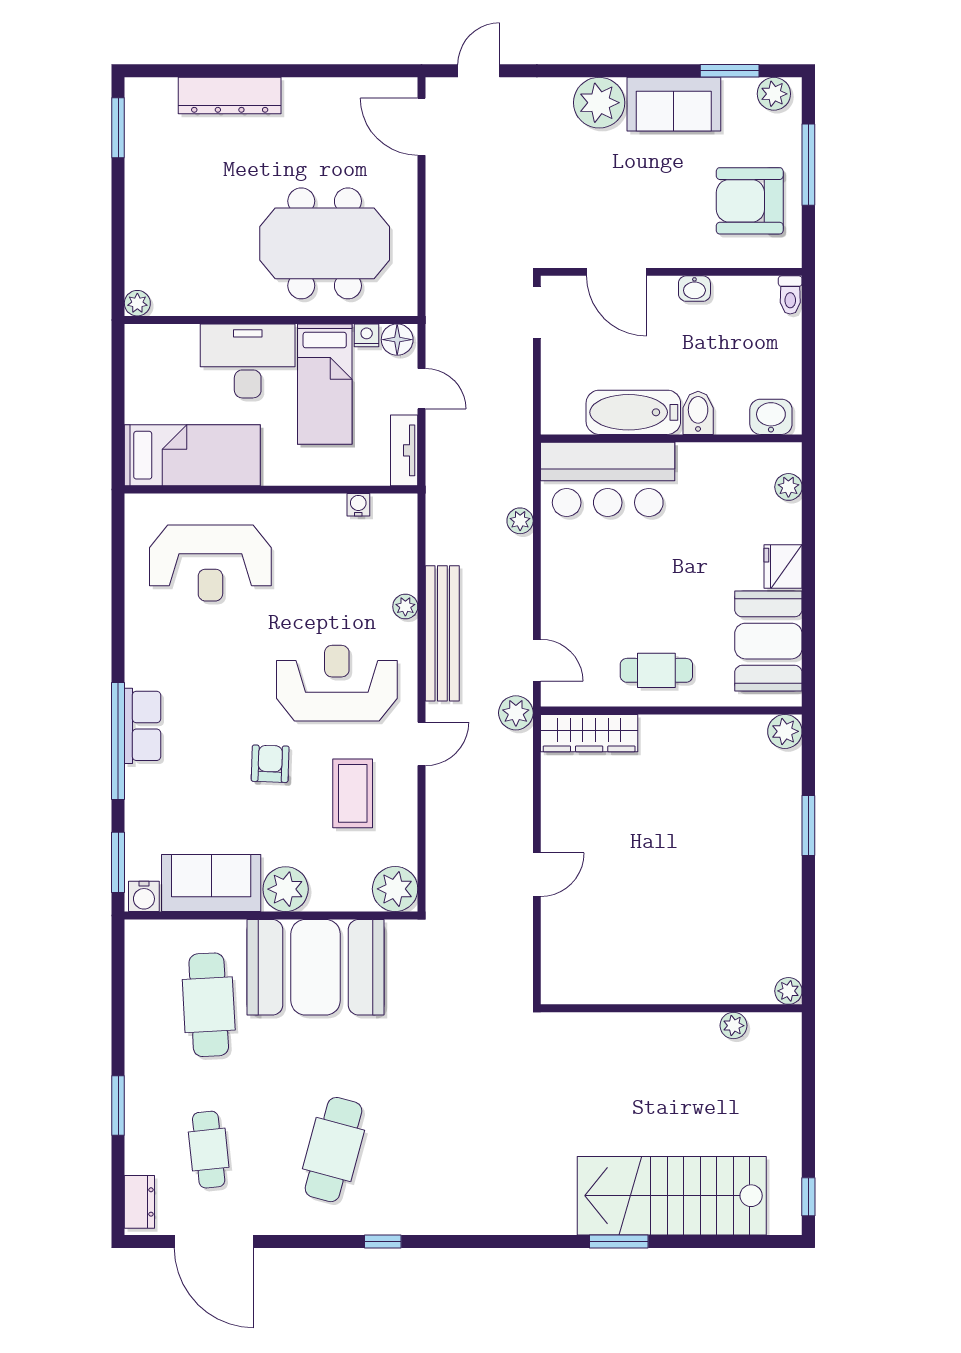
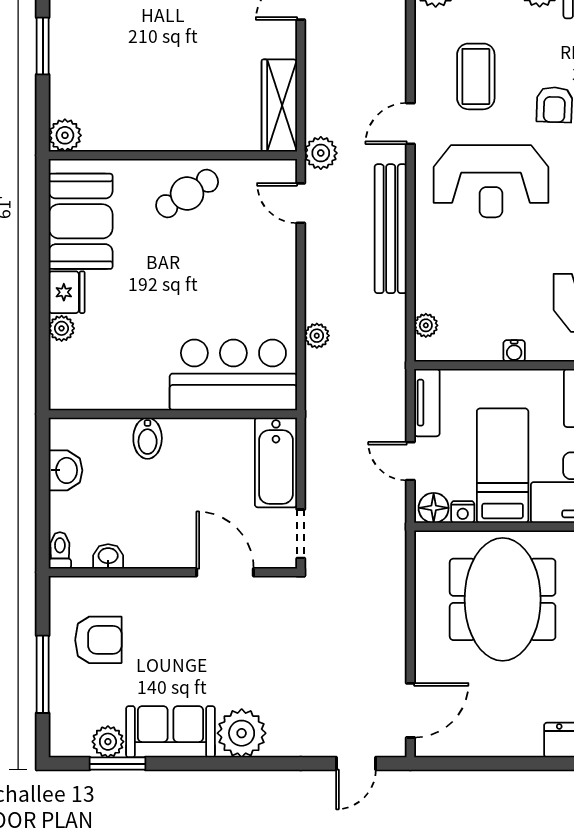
plant: (774, 94) -> (108, 742), moved
door: (422, 127) -> (410, 710), hinge flipped
armchair: (750, 201) -> (98, 640), width x0.73, depth x0.73
meeting table: (325, 243) -> (503, 599), turned 90
washbasin: (694, 289) -> (108, 556), moved
bathtub: (633, 412) -> (276, 463), moved, turned 90
washbasin: (771, 417) -> (66, 470), moved, turned -90
plant: (788, 487) -> (62, 328), moved
water cooler: (358, 505) -> (514, 351), moved
plant: (405, 607) -> (426, 325), moved
cafe table: (656, 670) -> (187, 193), turned -32
wardrobe: (589, 733) -> (279, 106), moved, turned -90

